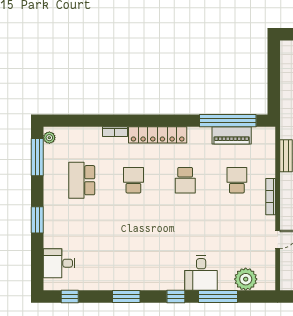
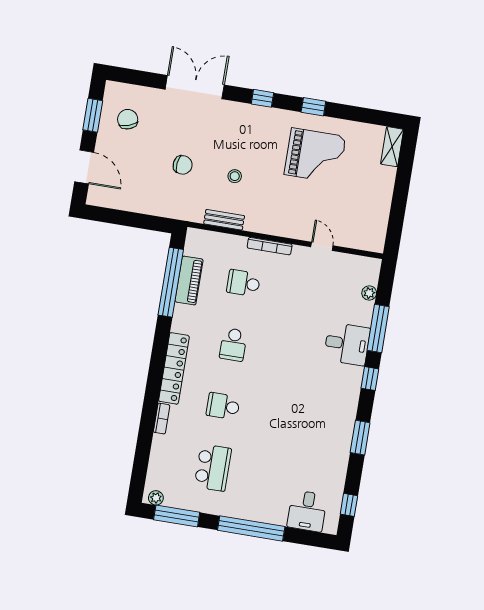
school desk: (82, 180) -> (213, 468), turned -90
school desk: (185, 180) -> (233, 345), turned 90
window: (37, 220) -> (251, 528), width x2.11
plant: (246, 279) -> (369, 293), width x0.53, depth x0.53

